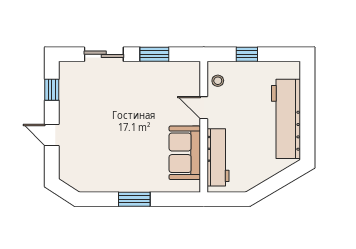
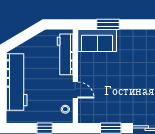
sofa: (185, 153) -> (97, 40), moved, turned 90
window: (134, 199) -> (108, 24), moved

